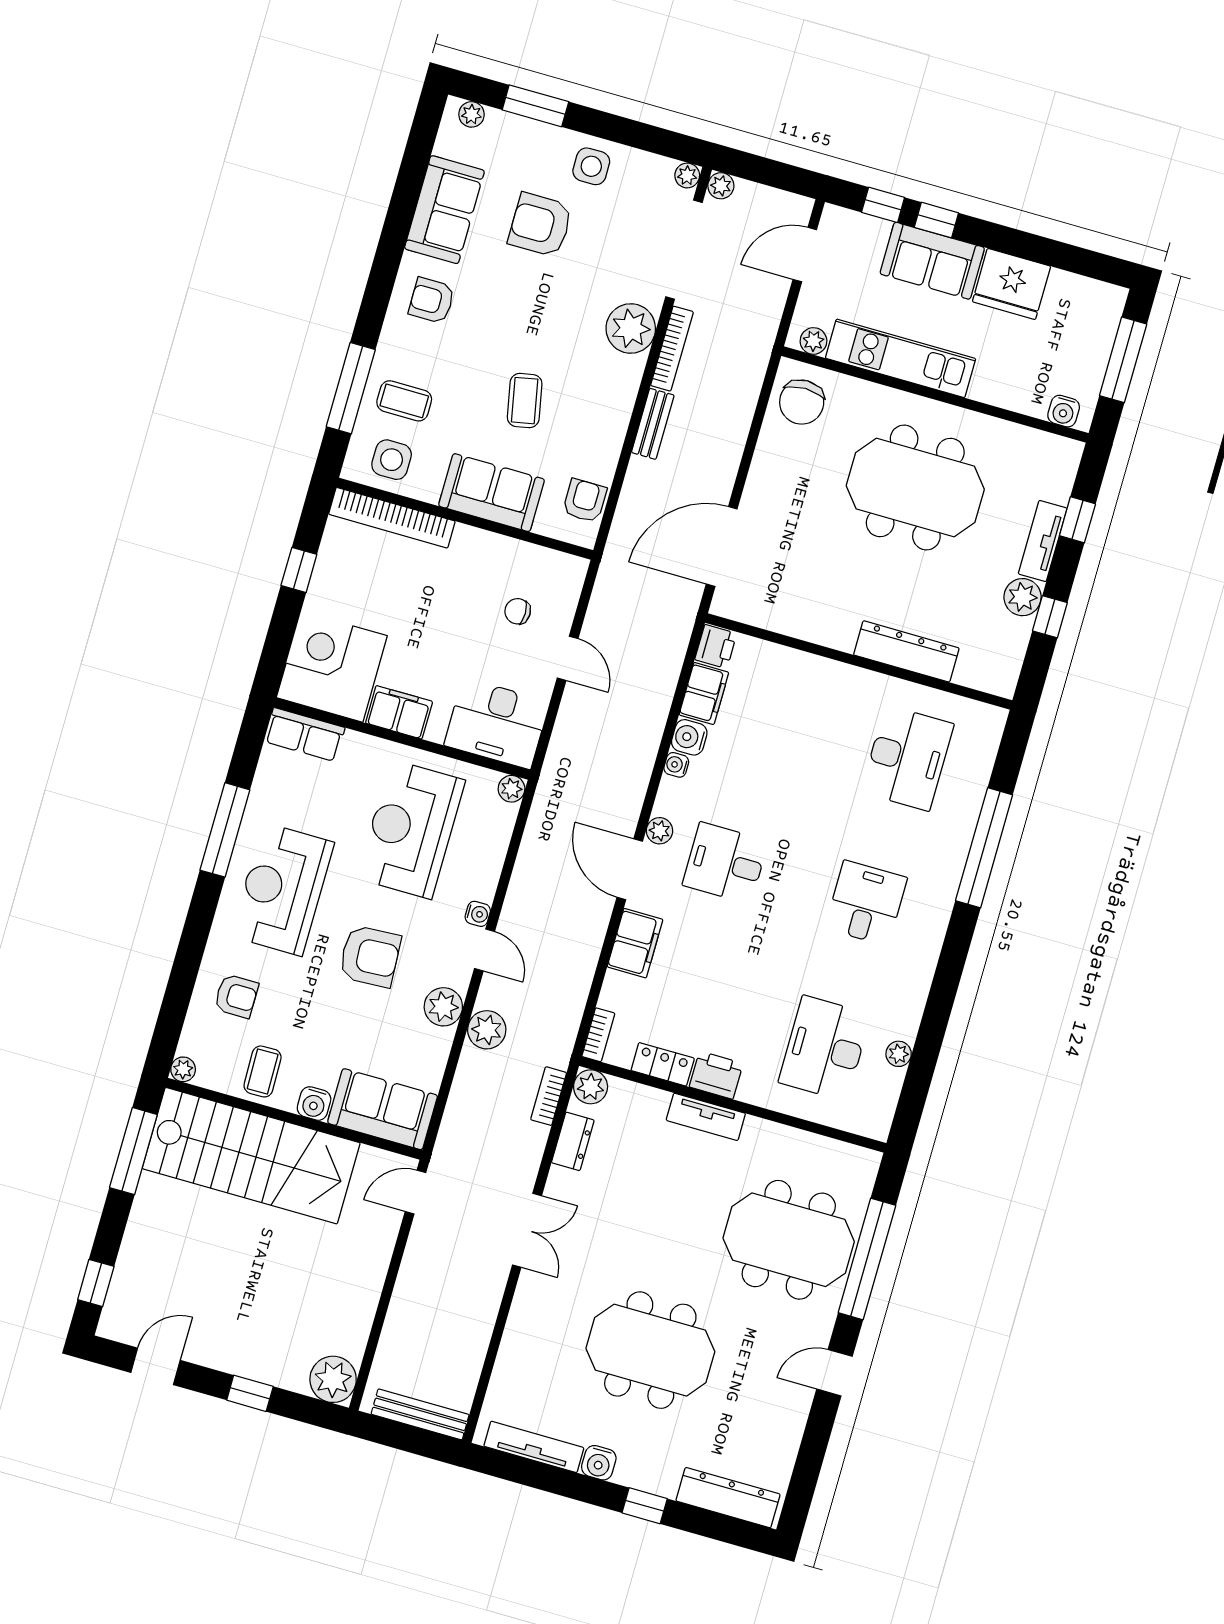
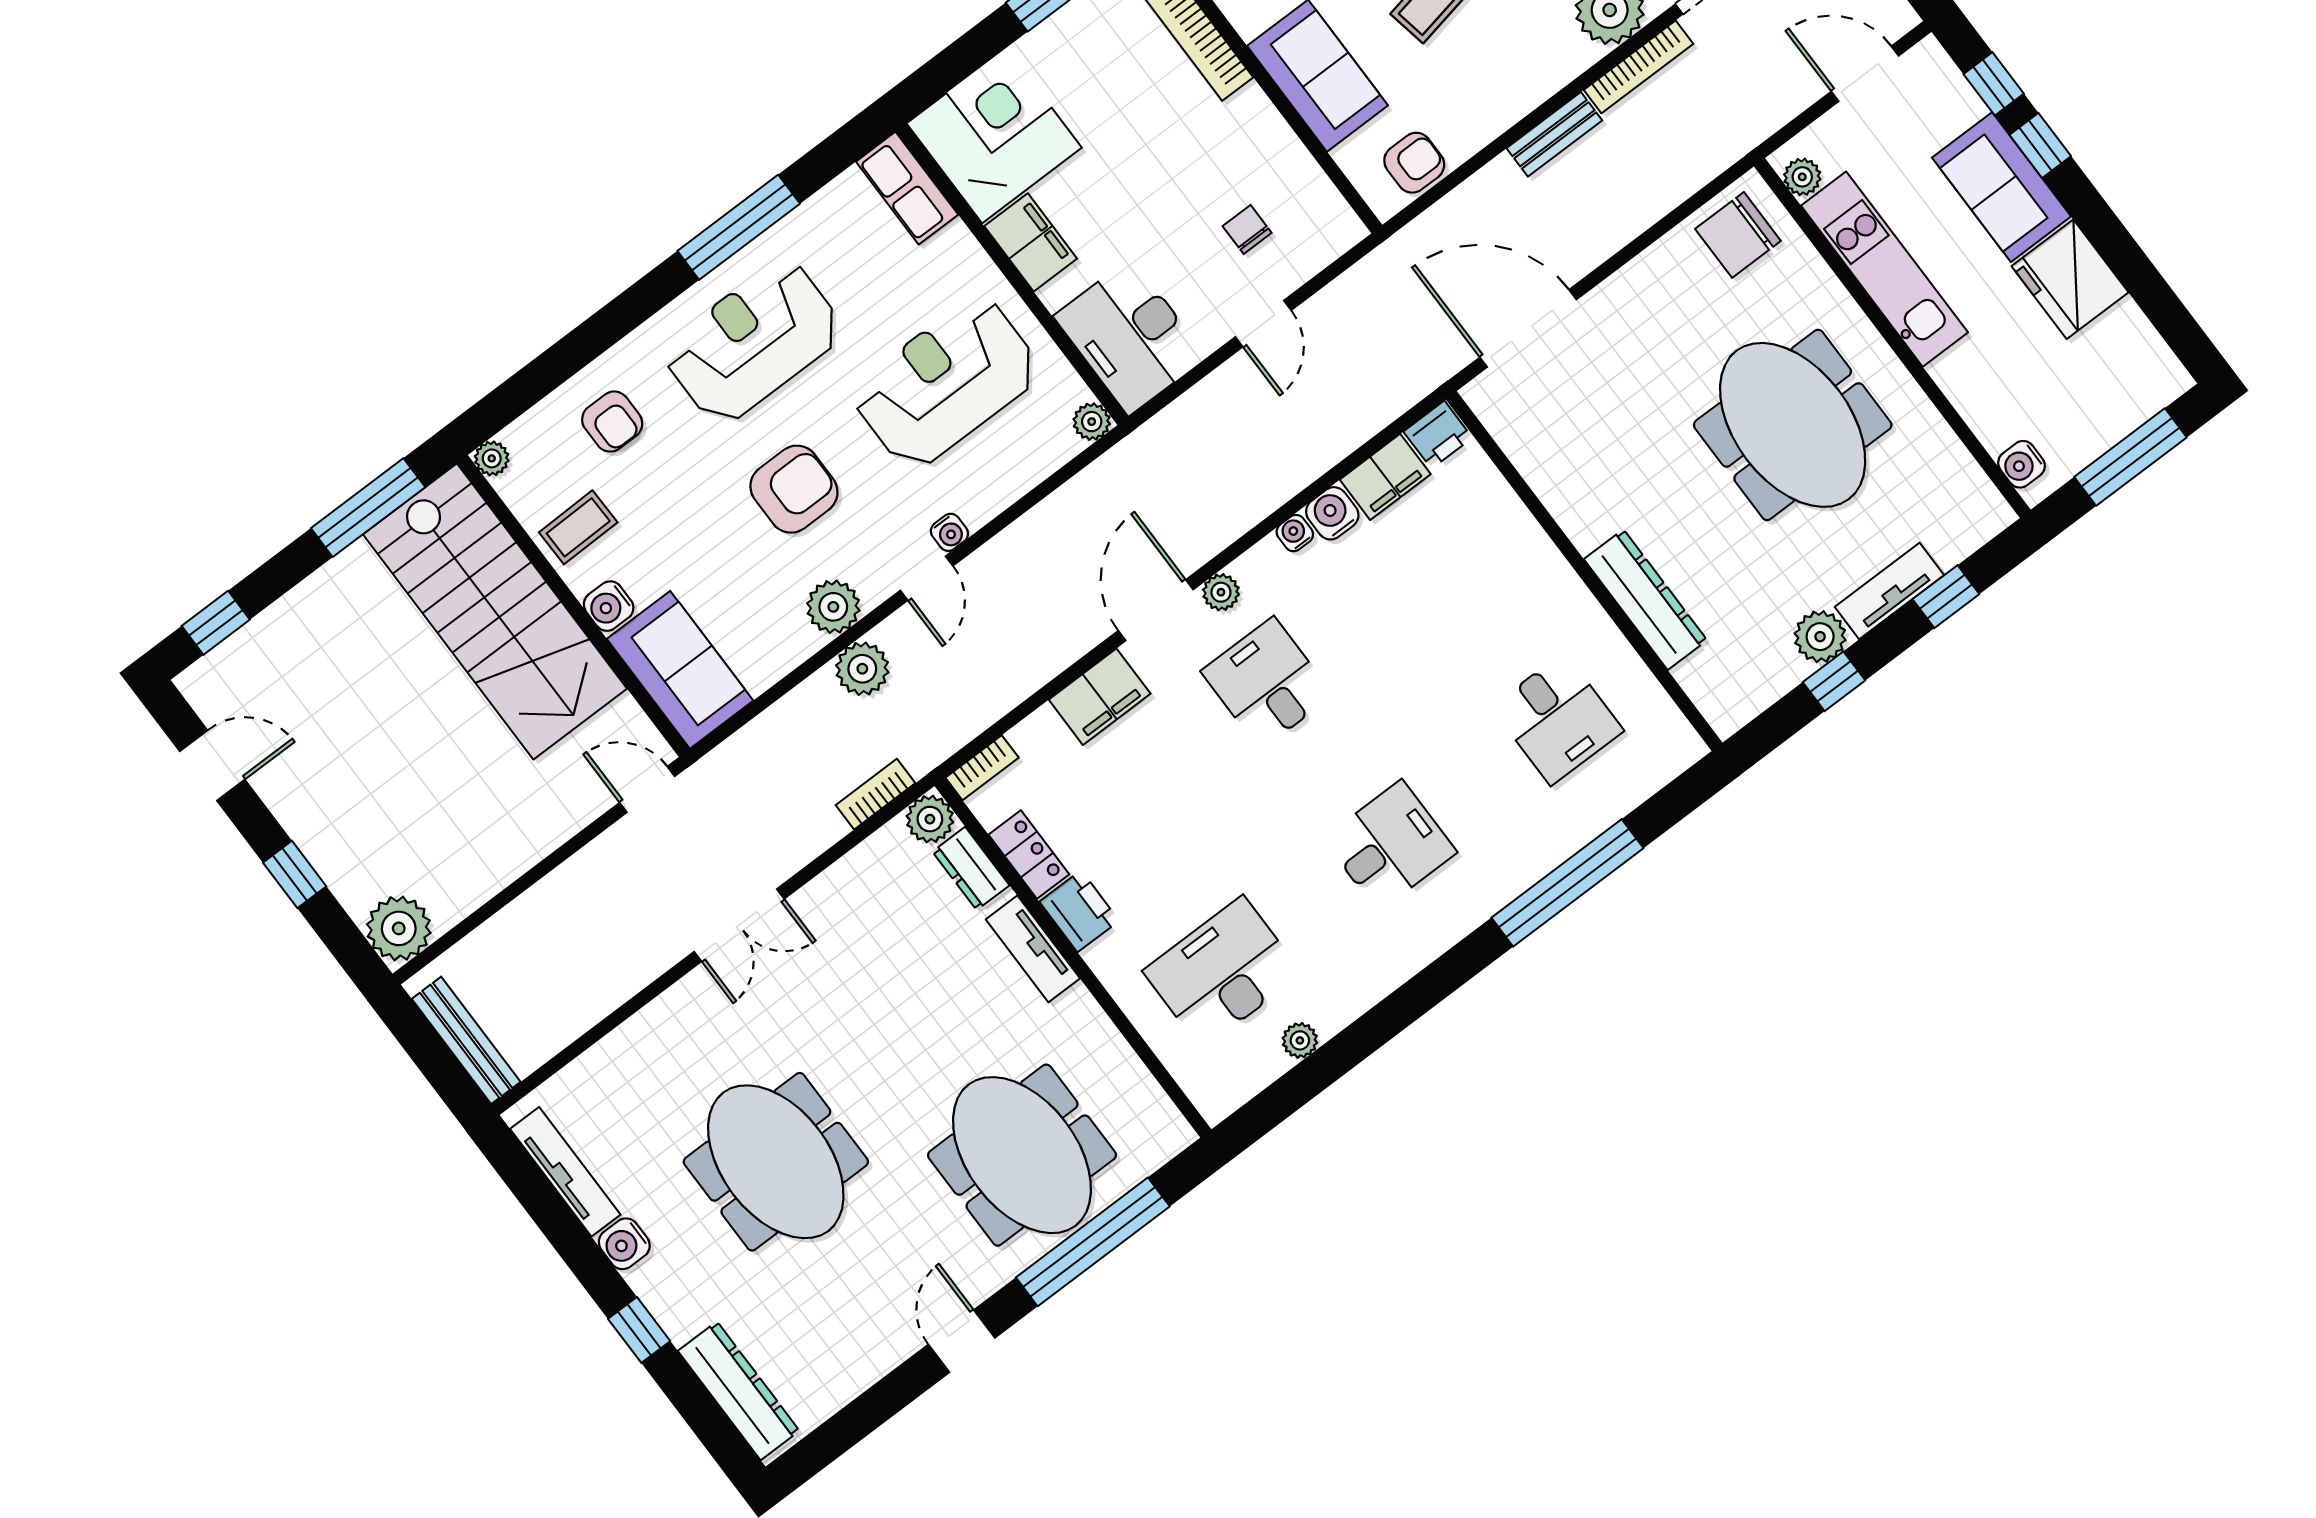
desk: (907, 758) -> (1557, 719), width x0.73
armchair: (370, 956) -> (794, 489), turned -87
dresser: (573, 1141) -> (971, 868), moved, turned 90
door: (835, 1373) -> (962, 1341), hinge flipped

